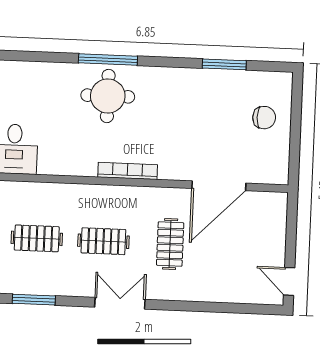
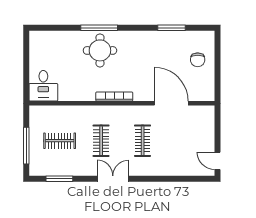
chair: (264, 118) -> (198, 60), turned 90
door: (219, 186) -> (171, 103), swing flipped
clothes rail: (103, 241) -> (101, 141), turned 90

